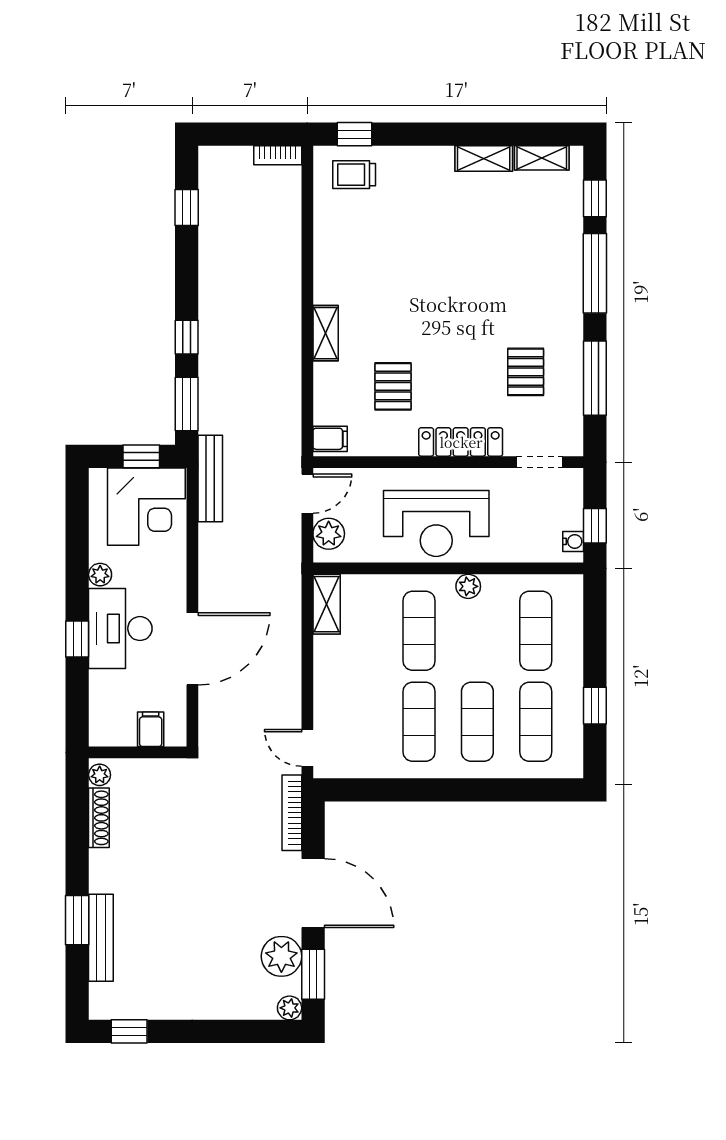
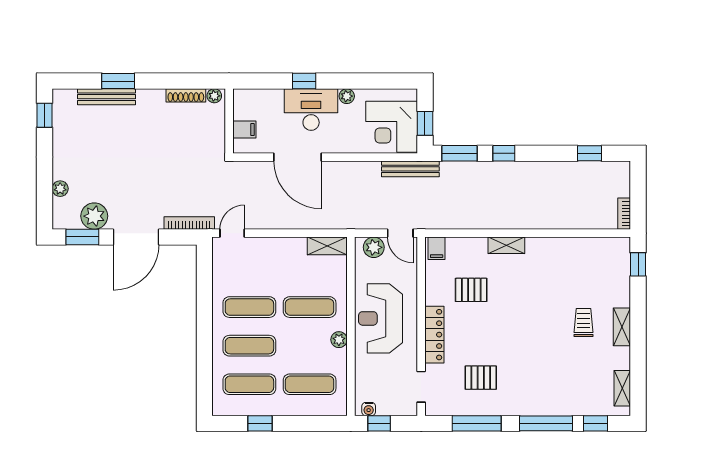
shelving: (484, 159) -> (622, 327), moved
trolley: (354, 175) -> (583, 323), moved
plant: (290, 1008) -> (60, 189), moved

